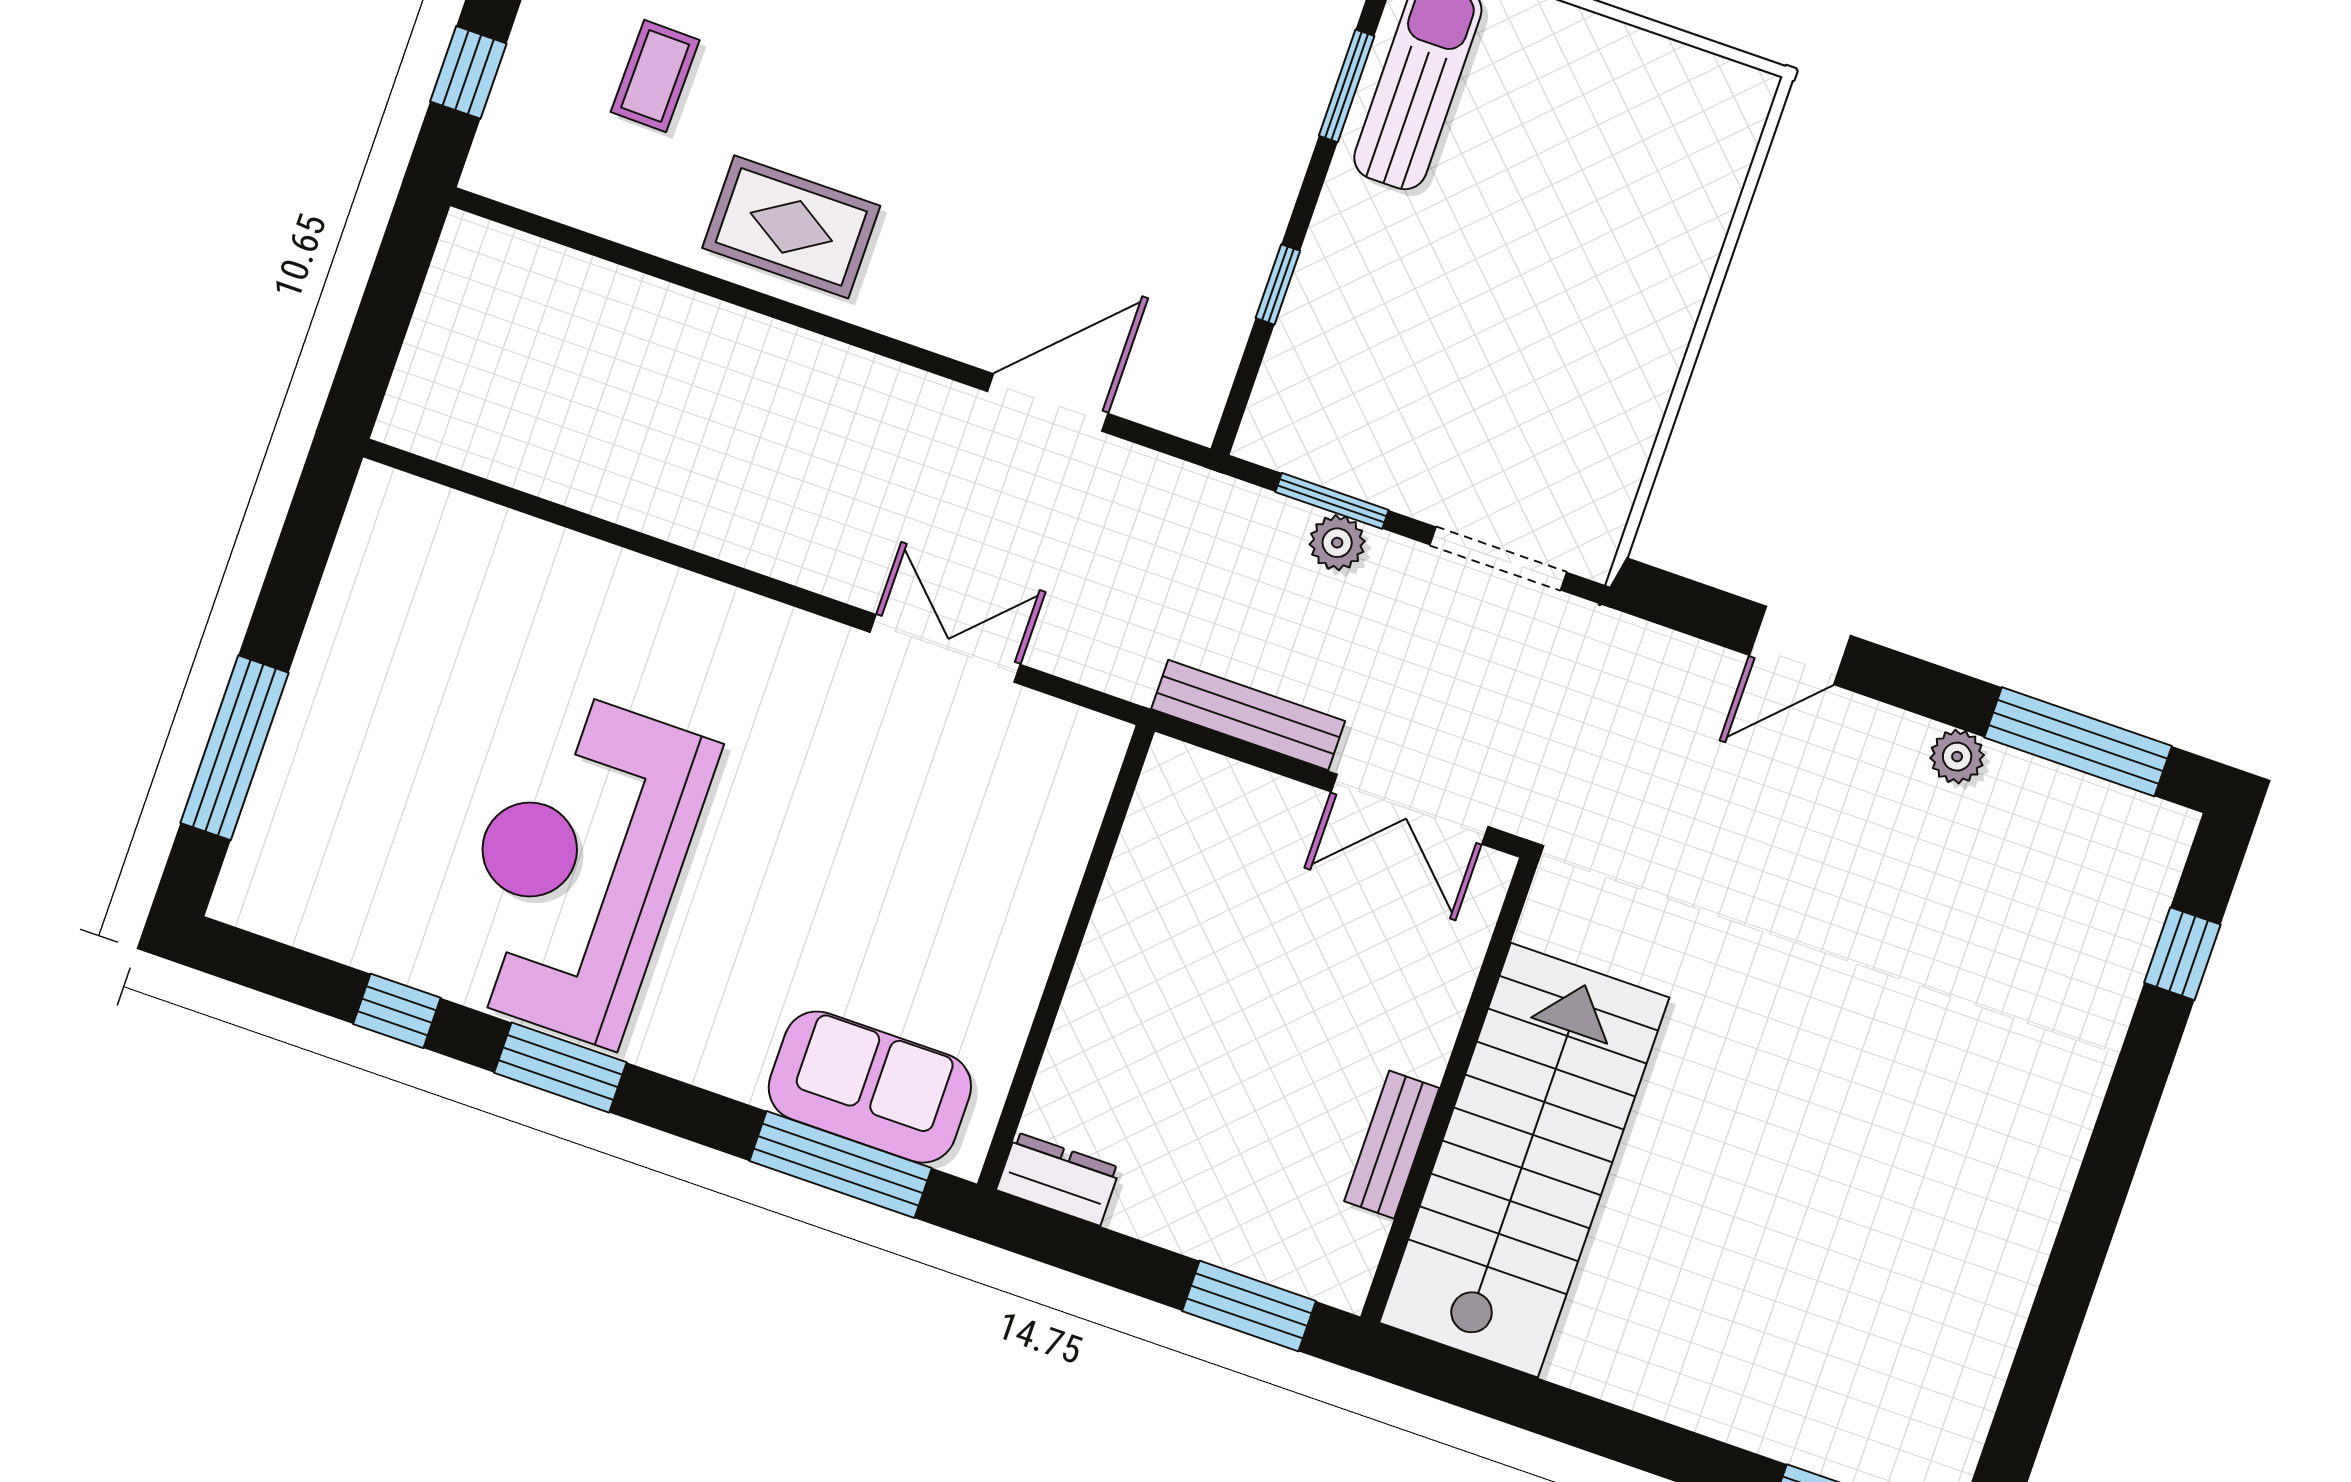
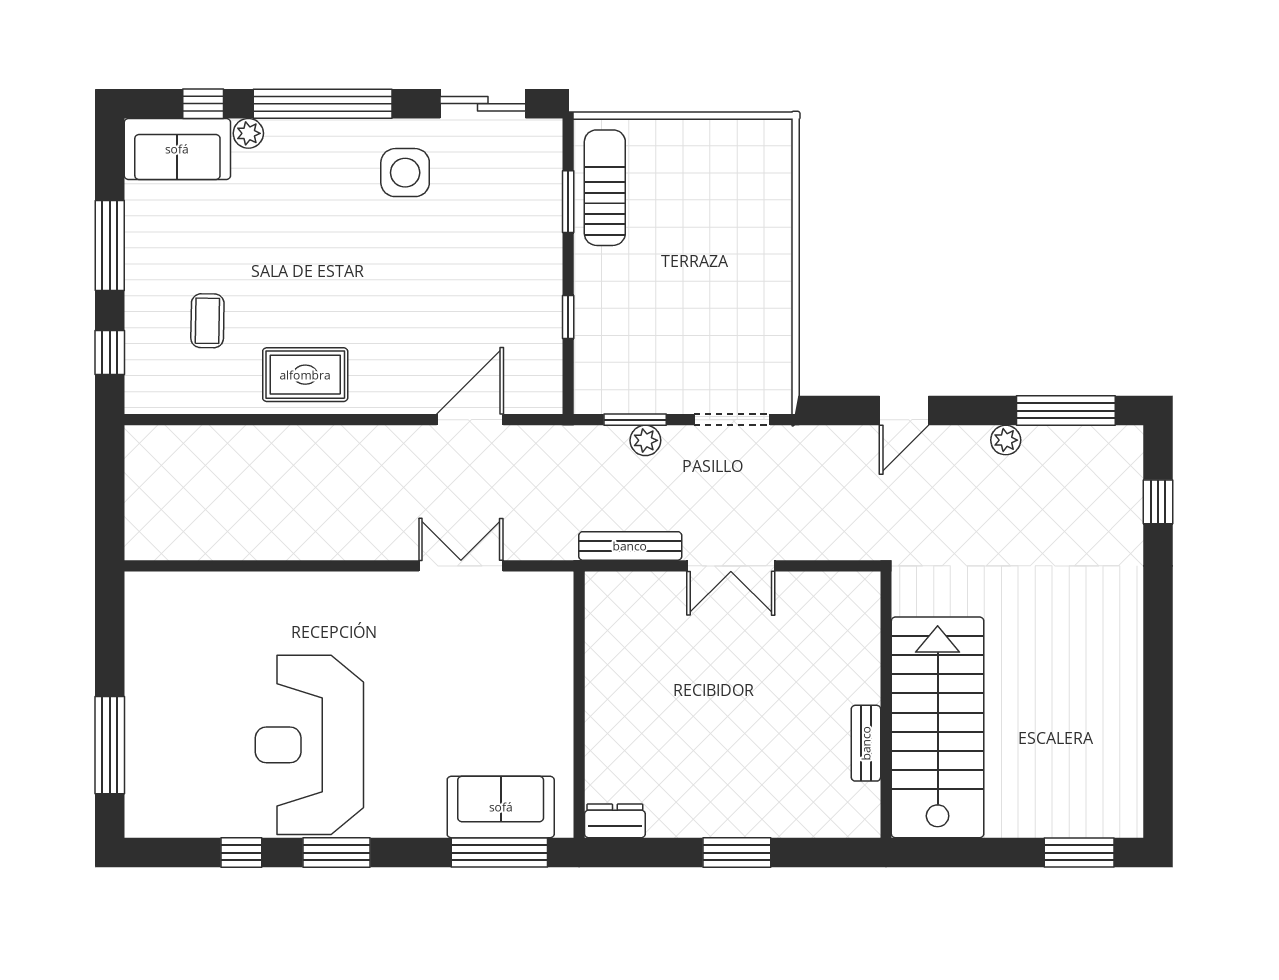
wall: (1449, 1090) -> (886, 705), moved
bench: (1392, 1145) -> (866, 743), moved
stairs: (1524, 1160) -> (938, 727), moved

